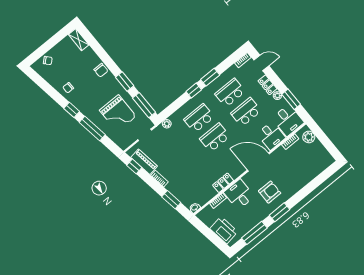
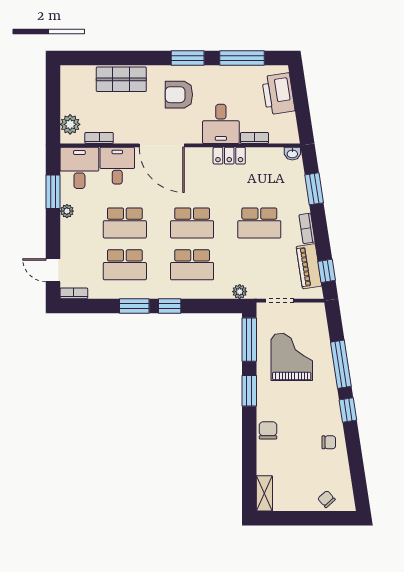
locker: (267, 85) -> (68, 235), removed
school desk: (184, 163) -> (259, 223), added
shop shelf: (302, 177) -> (121, 79), added

